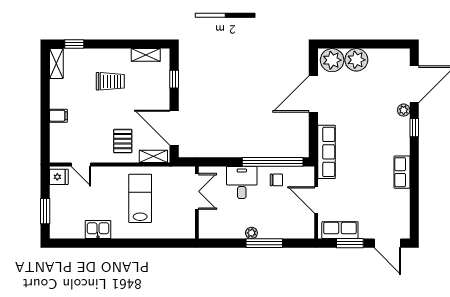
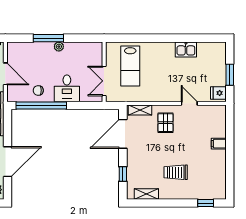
shelving: (56, 63) -> (220, 187), removed
door: (174, 128) -> (123, 134), swing flipped
door: (81, 164) -> (189, 103), moved
lab bench: (140, 198) -> (130, 66), moved
window: (45, 211) -> (230, 75), moved

